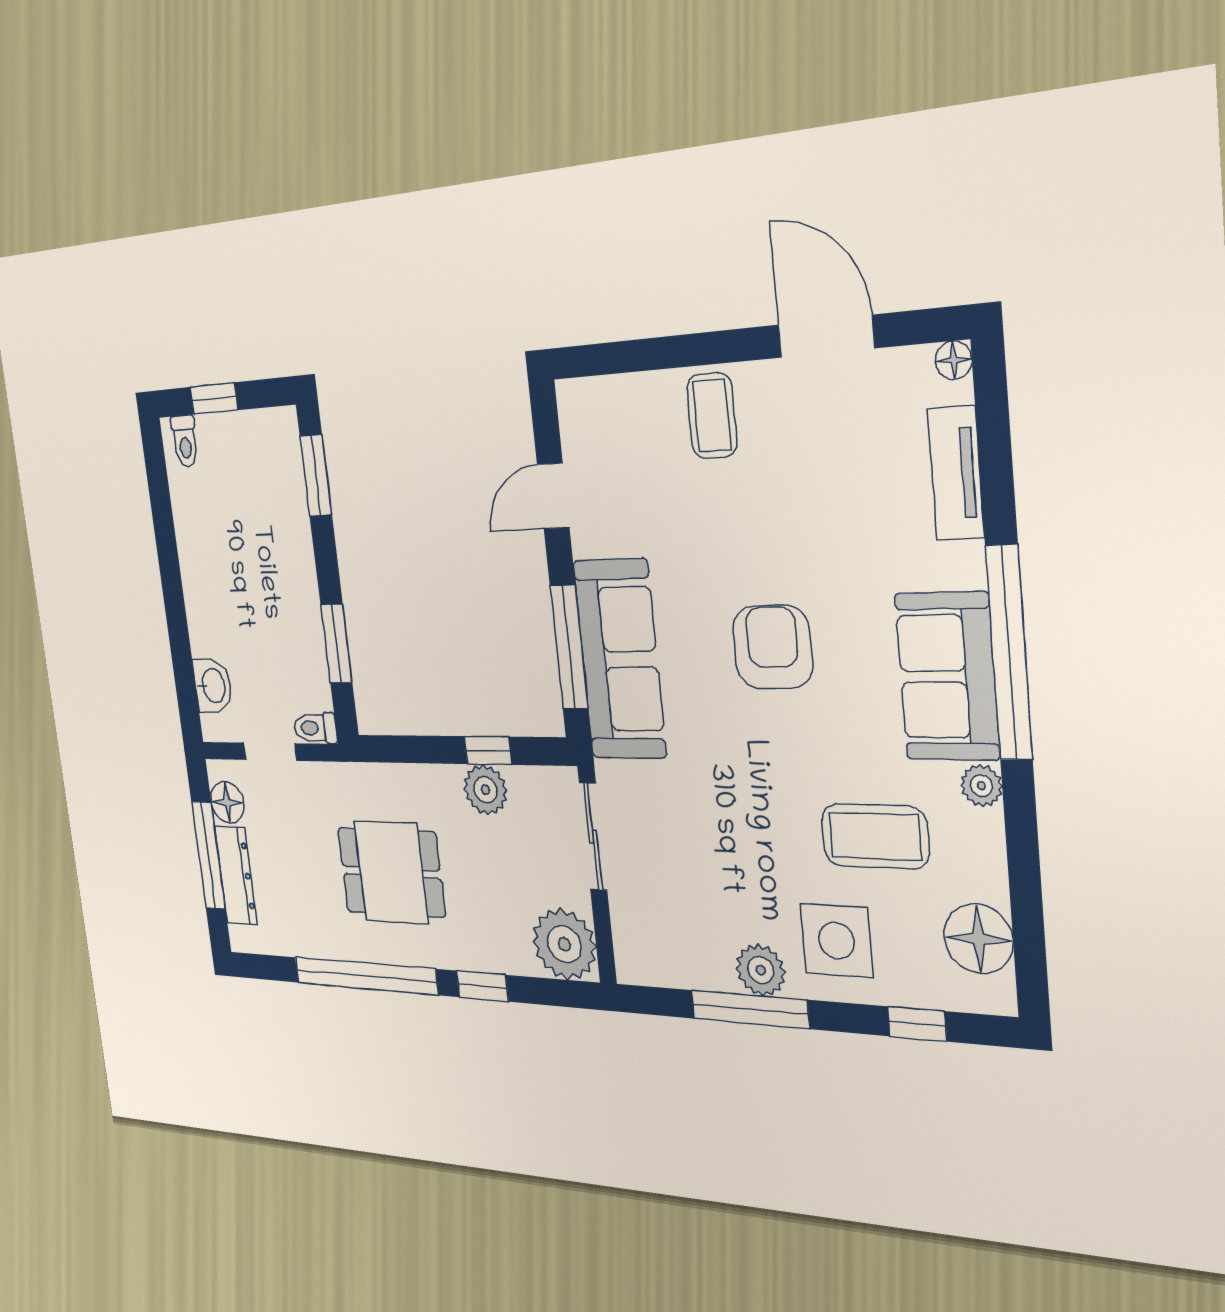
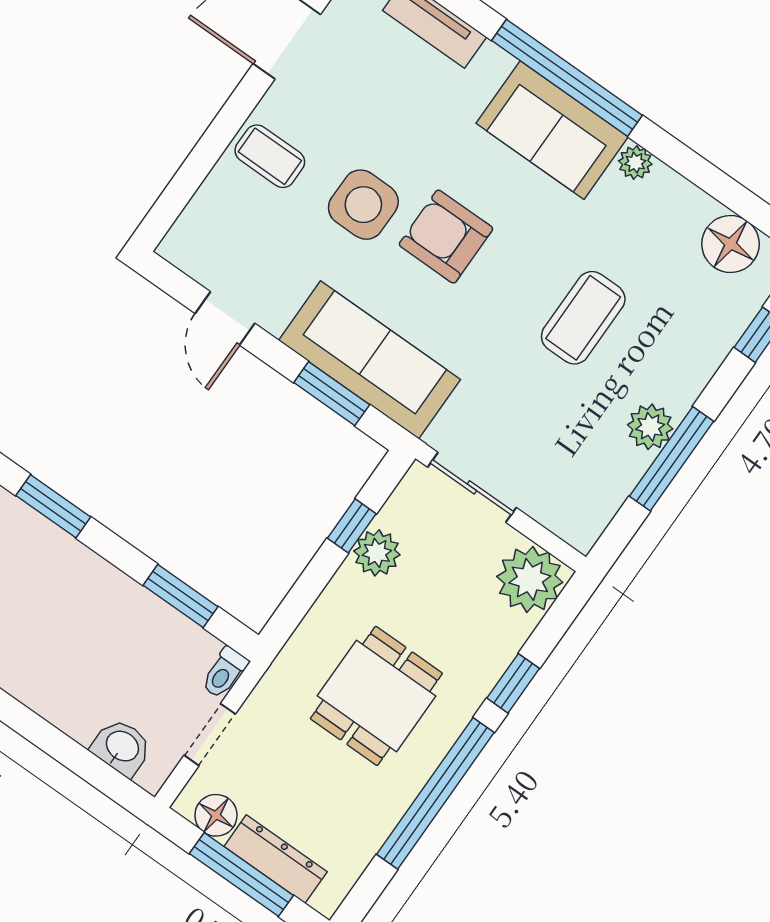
window: (569, 647) -> (332, 394), width x0.69
coffee table: (875, 836) -> (583, 318), moved
side table: (837, 940) -> (363, 205), moved

